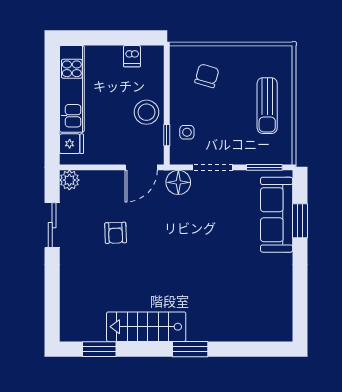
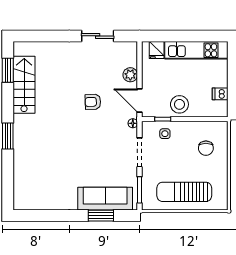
chair: (207, 76) -> (206, 148), turned 74
sun lounger: (267, 106) -> (184, 192), width x1.36, depth x1.34
plant: (69, 180) -> (130, 75), moved
floor lamp: (178, 182) -> (133, 123), width x0.53, depth x0.53
armchair: (116, 233) -> (93, 102), moved
stairs: (146, 327) -> (24, 85), moved

